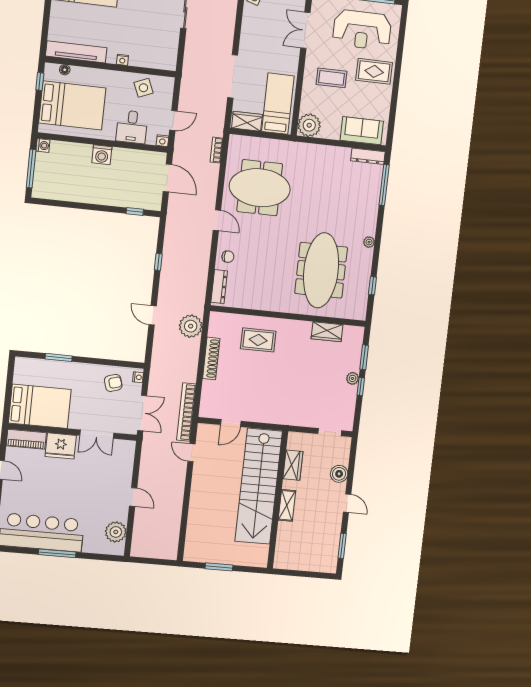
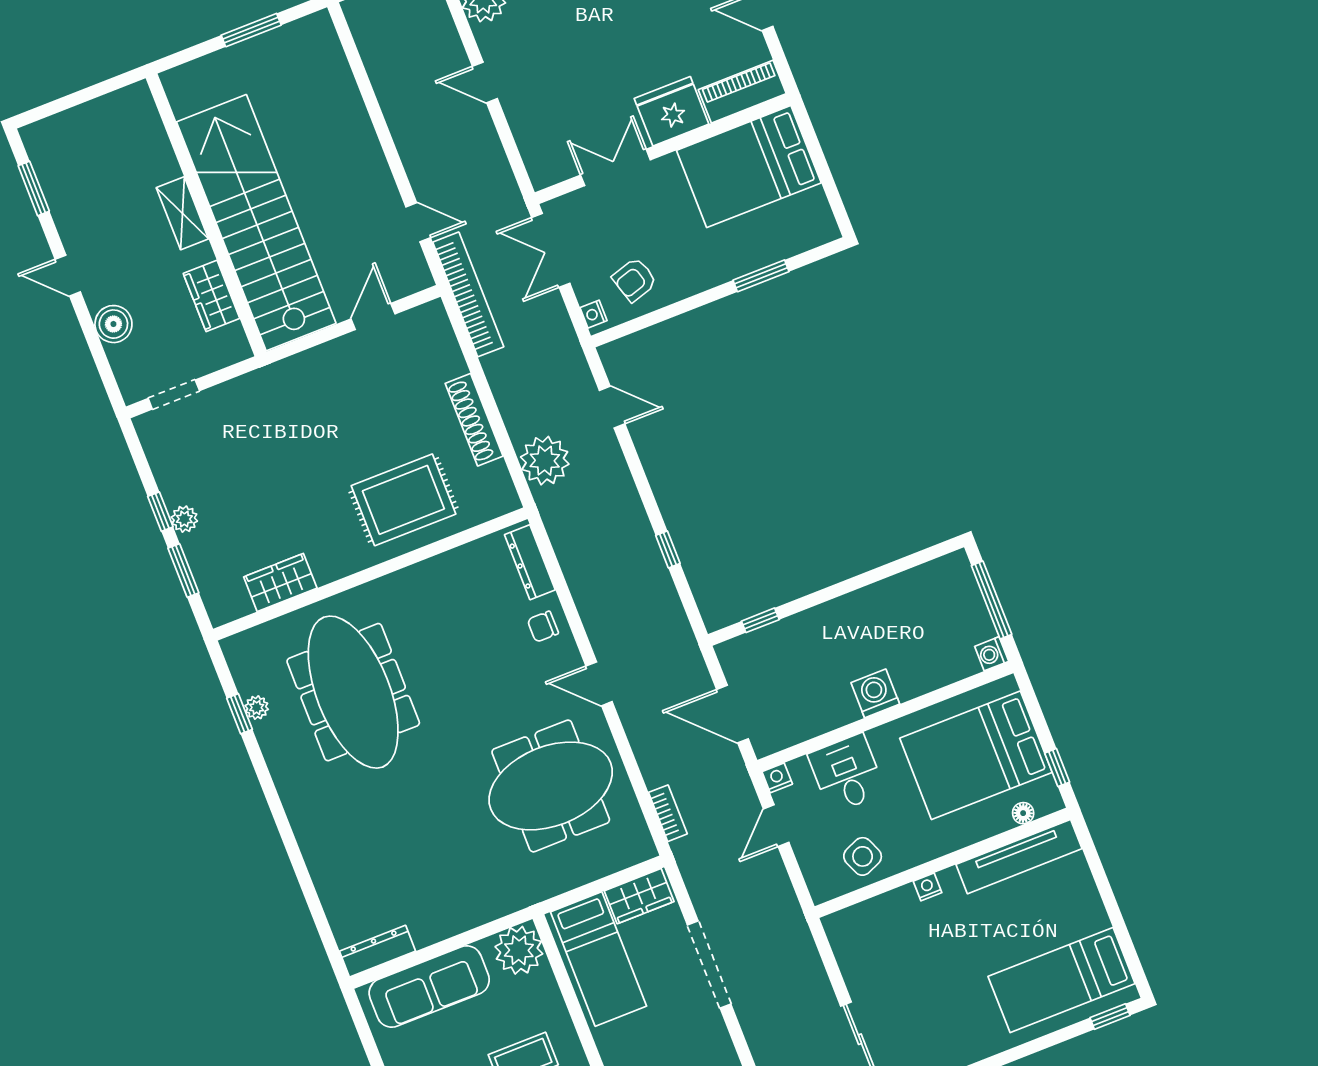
sofa: (362, 131) -> (429, 986), width x1.36
window: (384, 185) -> (318, 914), removed
plant: (369, 242) -> (257, 708), moved
door: (153, 315) -> (612, 407), moved
rug: (258, 340) -> (403, 500), width x1.36, depth x1.43

